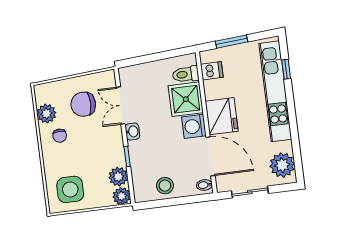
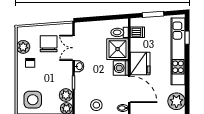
chair: (83, 104) -> (49, 44), turned 90

